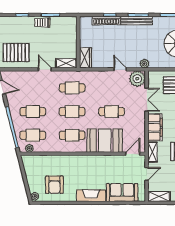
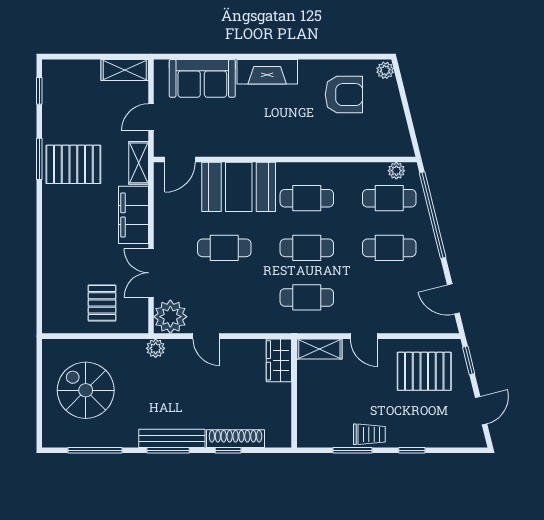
armchair: (54, 185) -> (344, 95), turned 90

